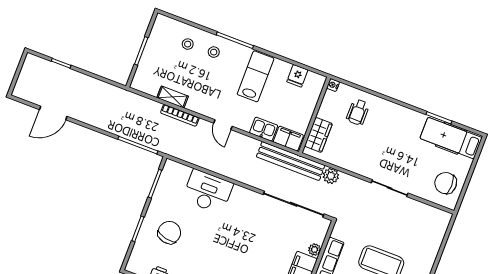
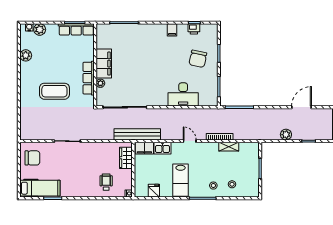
plant: (331, 176) -> (286, 135), moved

